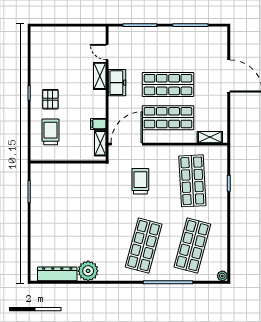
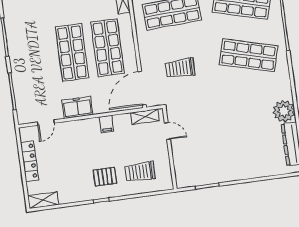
locker: (74, 32) -> (30, 161), added
shelving: (100, 76) -> (43, 200), moved
filing cabinet: (98, 124) -> (107, 124), moved
door: (127, 144) -> (142, 88), hinge flipped
door: (84, 162) -> (167, 131), added

